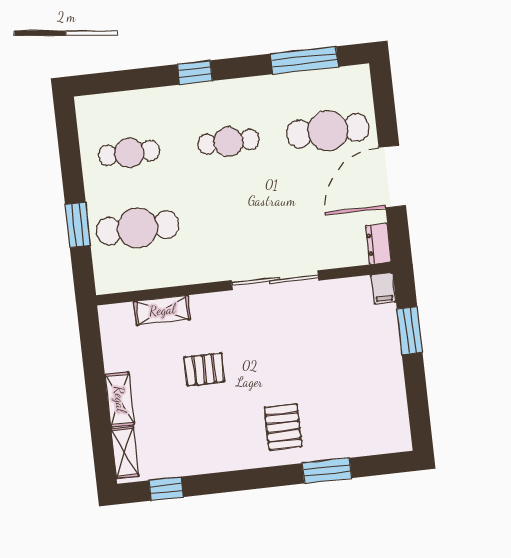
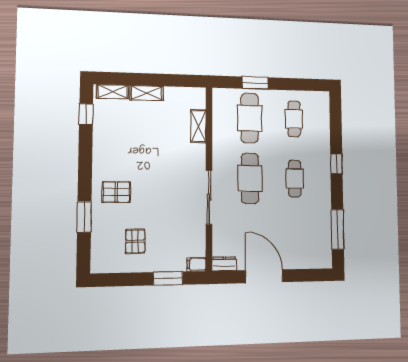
cafe table: (328, 131) -> (250, 178), moved
pallet: (204, 369) -> (135, 241), moved

